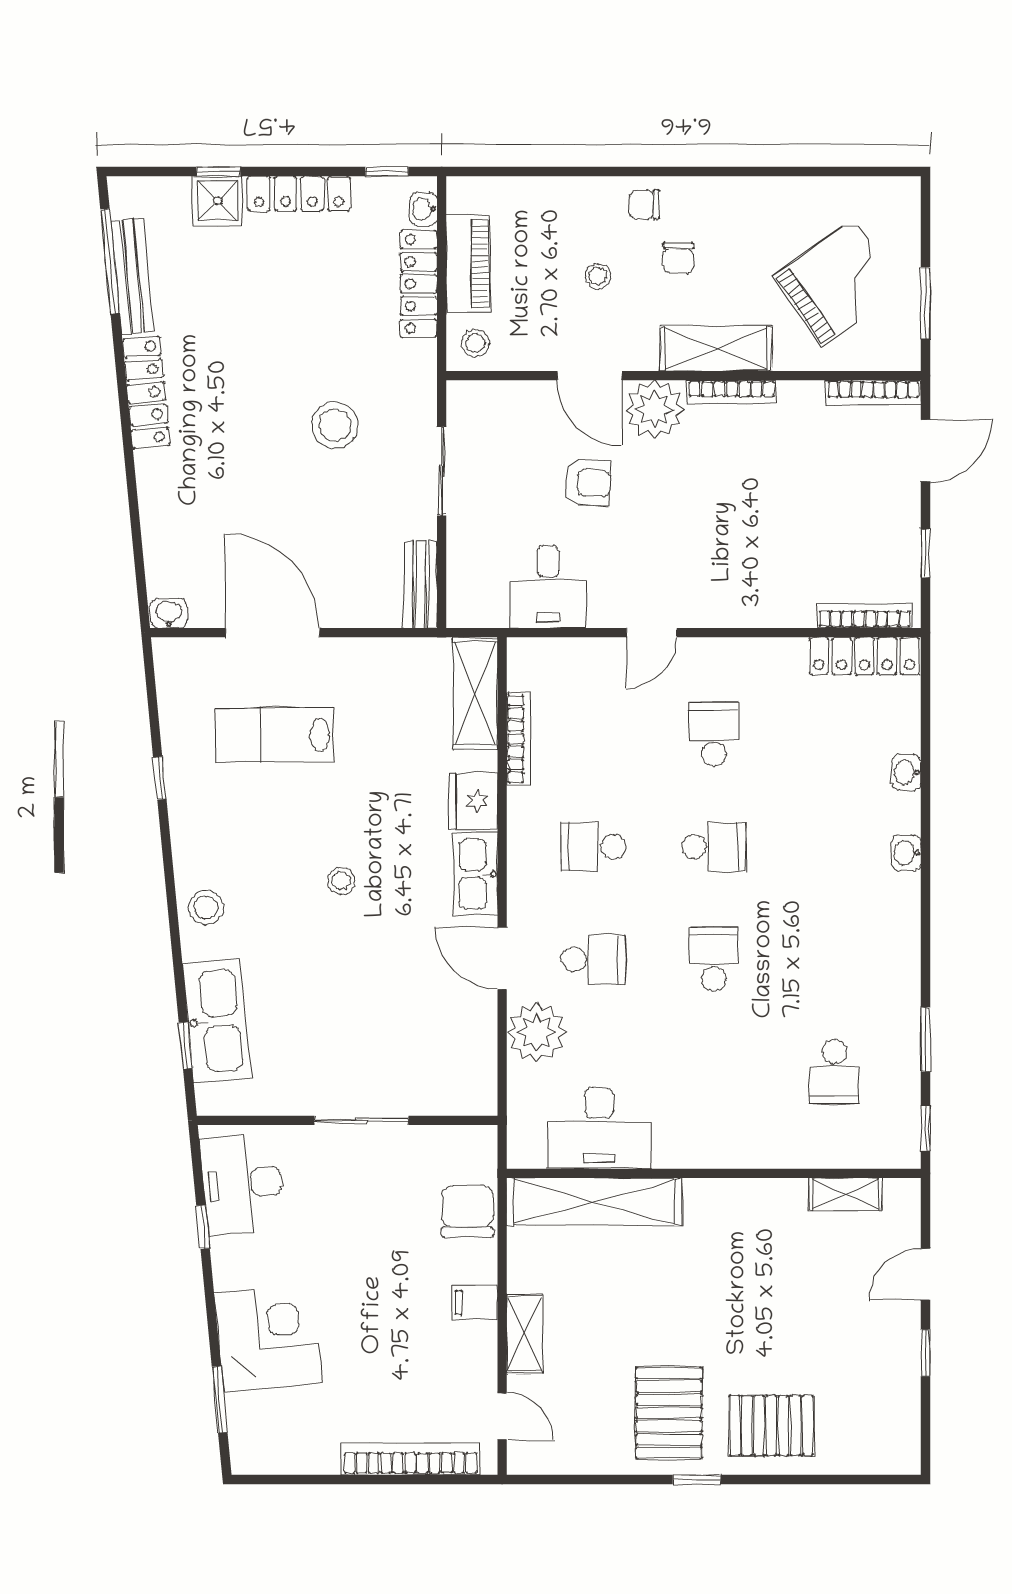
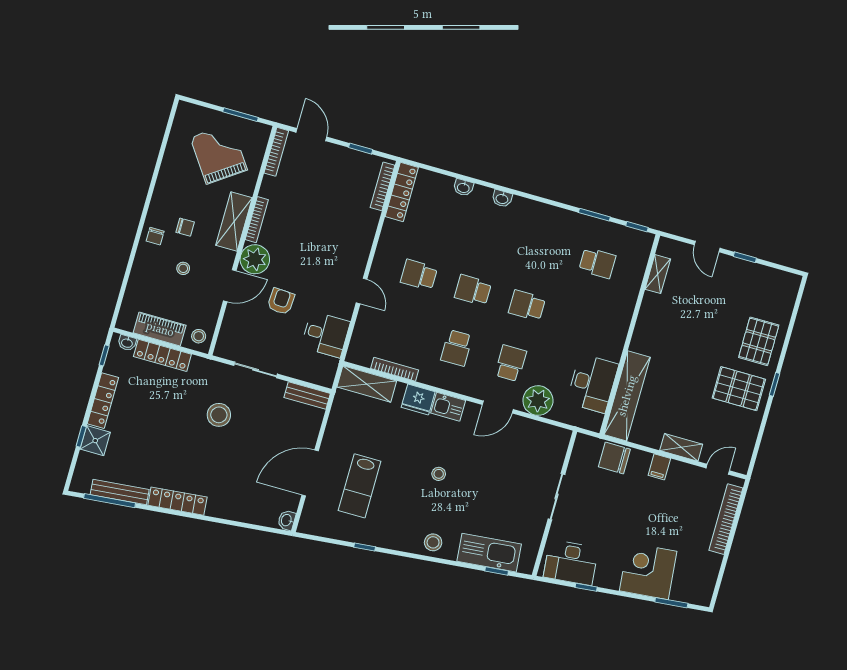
school desk: (714, 847) -> (473, 290), turned -90
kitchen sink: (476, 874) -> (448, 407), width x0.73

